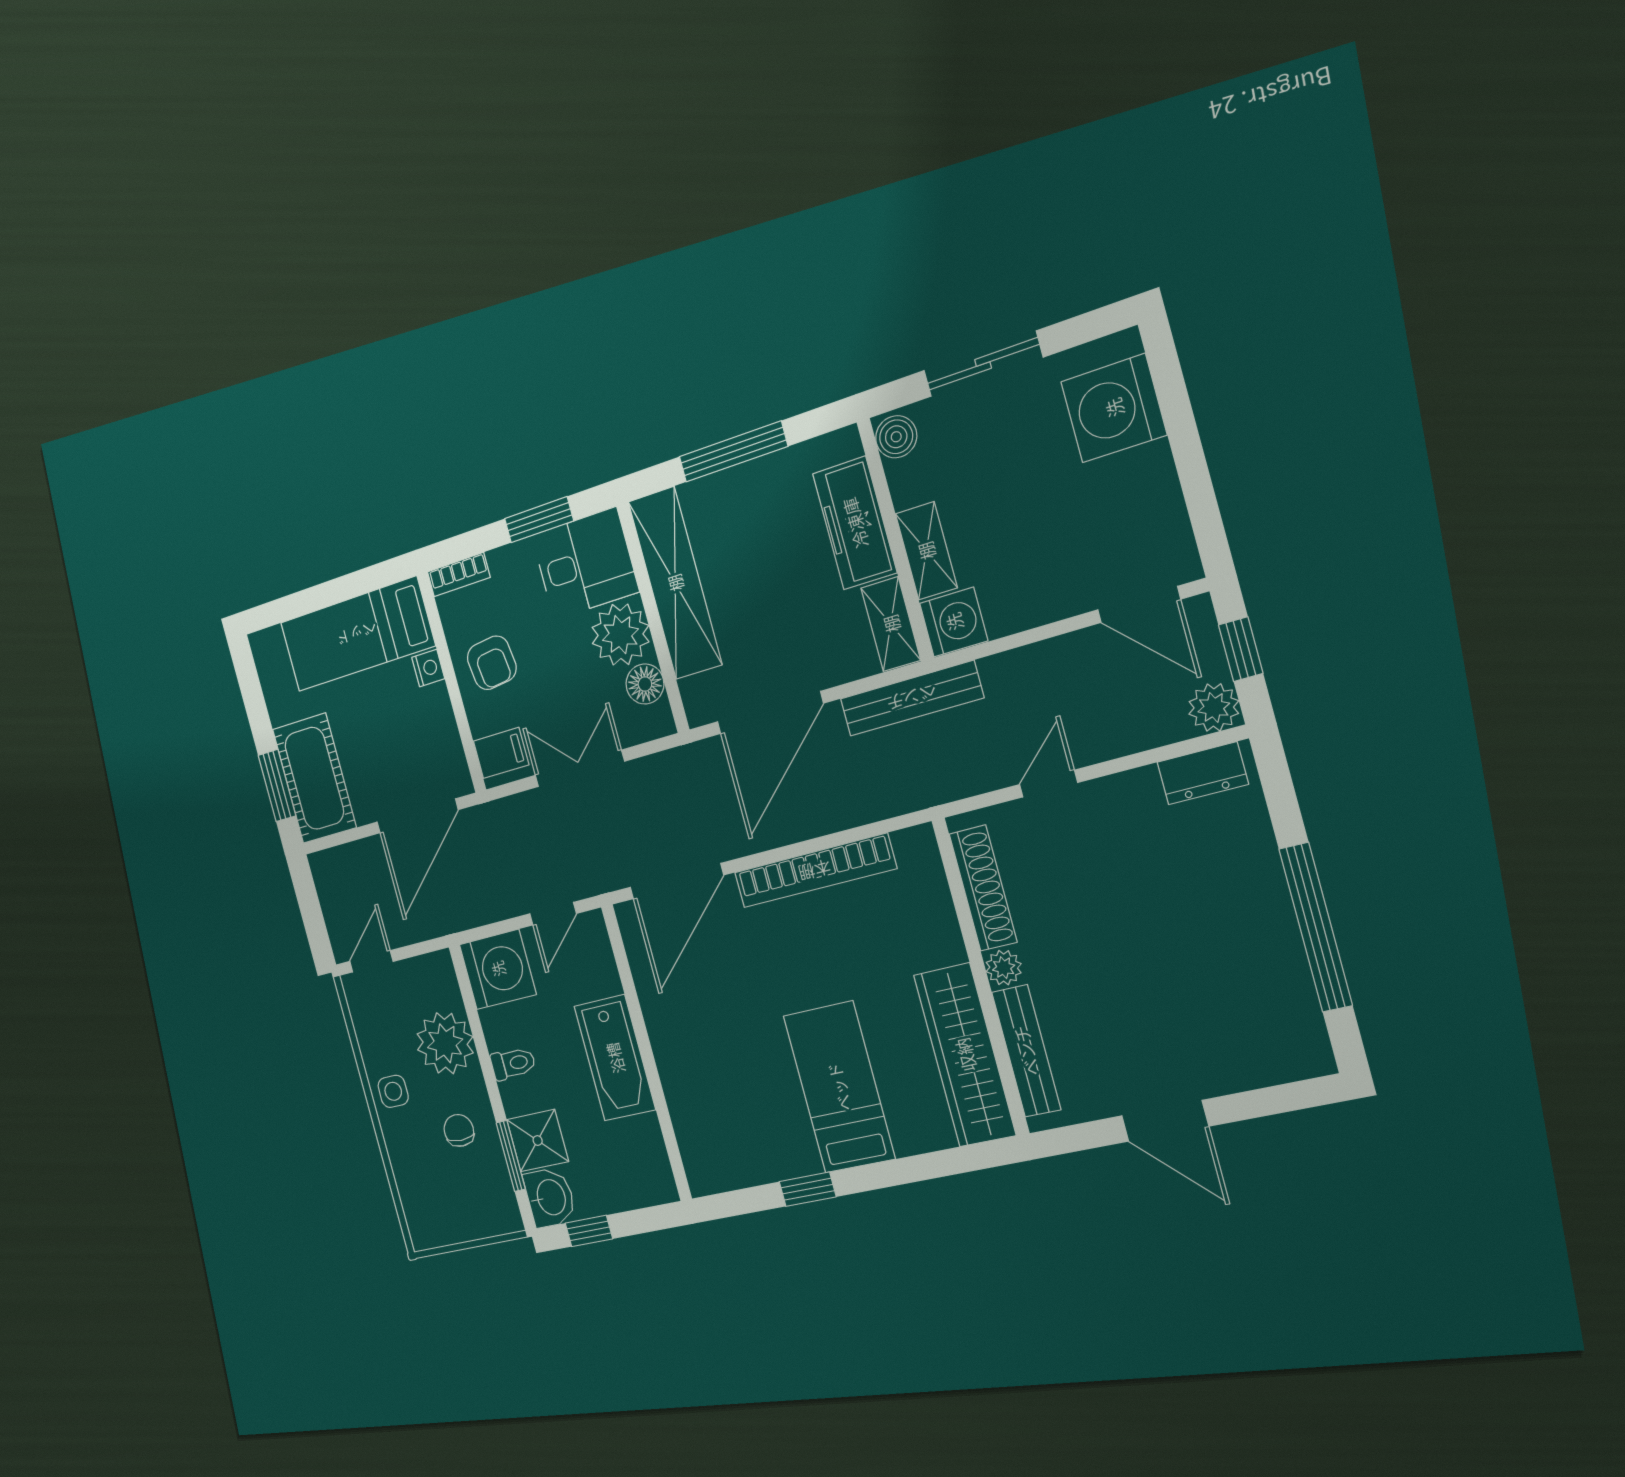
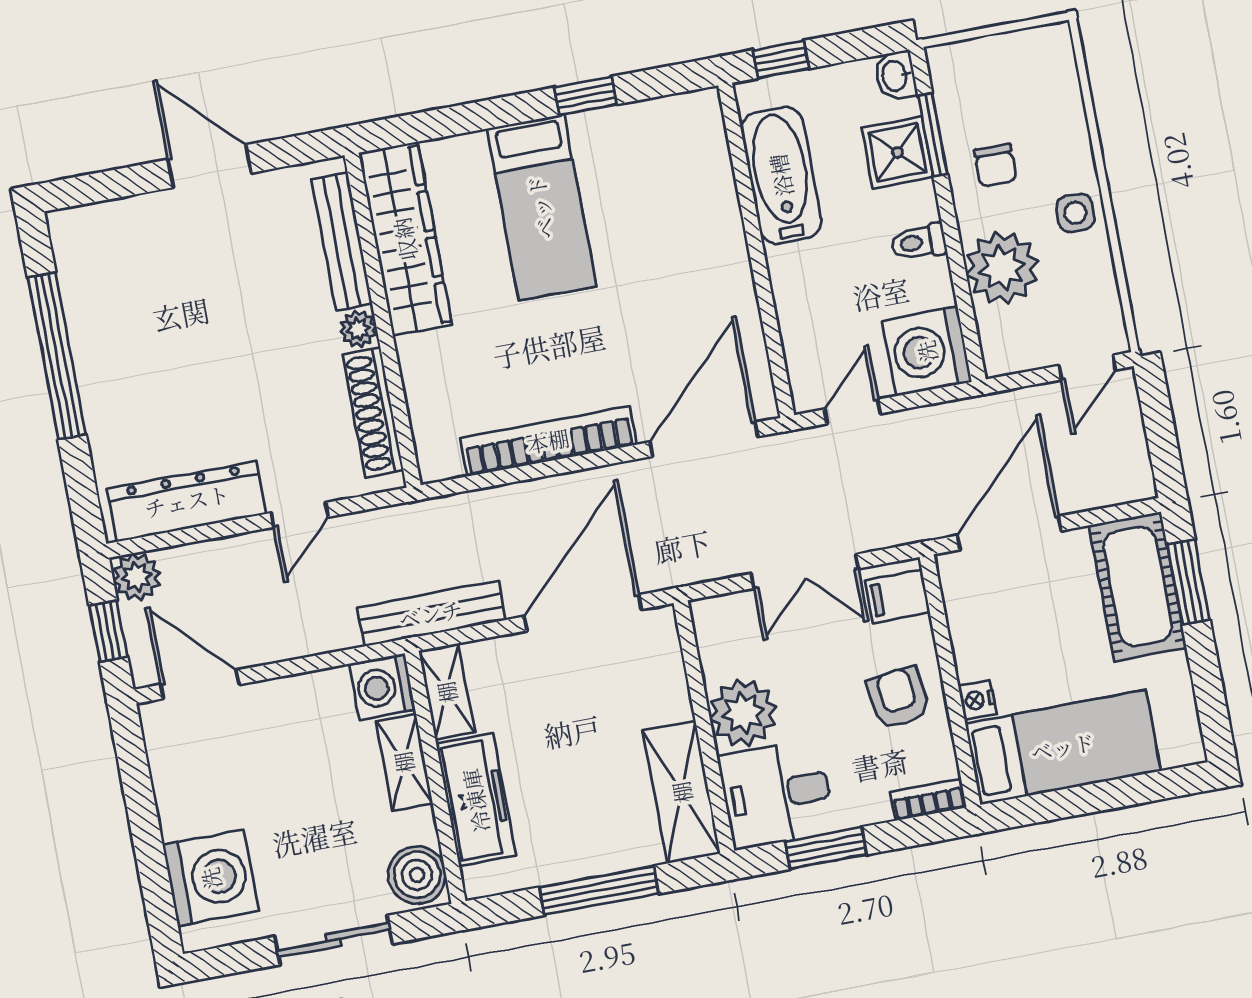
boiler: (896, 437) -> (417, 875), width x1.36, depth x1.36
shelving: (675, 583) -> (682, 792), width x0.68
floor lamp: (645, 684) -> (720, 657), removed
dresser: (1203, 773) -> (187, 501), width x1.96, depth x1.24
bathtub: (615, 1058) -> (781, 175), moved
washbasin: (550, 1197) -> (895, 76), width x0.72, depth x0.69
window: (589, 1231) -> (781, 59), moved

